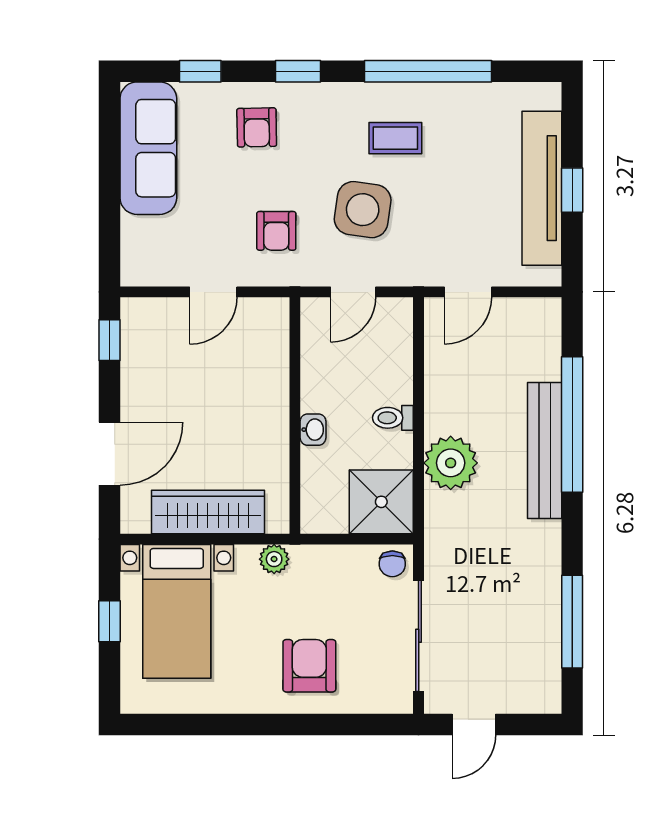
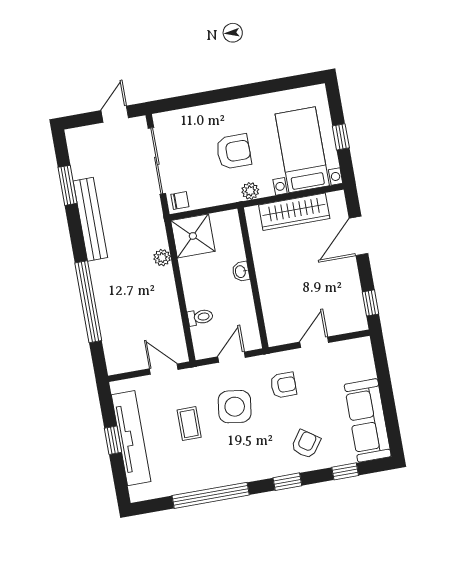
armchair: (257, 127) -> (306, 444), turned 36
coffee table: (395, 138) -> (189, 424), moved, turned 90
armchair: (276, 231) -> (283, 385), turned 90
door: (468, 292) -> (164, 369), hinge flipped
toilet: (393, 418) -> (200, 317), moved
bench: (545, 450) -> (90, 219), moved
plant: (451, 463) -> (162, 258), width x0.53, depth x0.53
chair: (392, 564) -> (180, 200), turned 90
window: (572, 622) -> (68, 185), width x0.69
armchair: (309, 666) -> (234, 152), moved, turned -90

